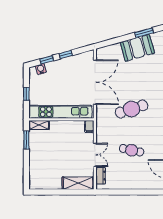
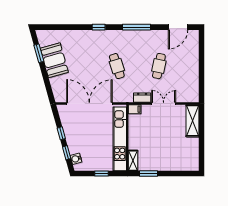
cafe table: (132, 109) -> (117, 66), width x0.73, depth x0.74
dresser: (101, 176) -> (142, 98), moved

